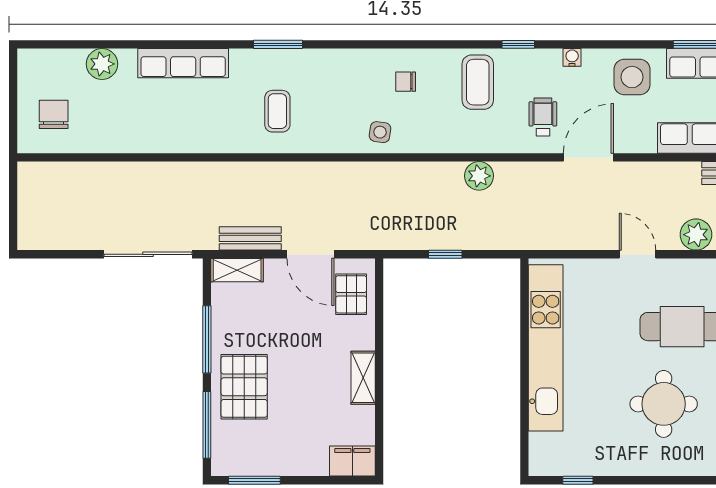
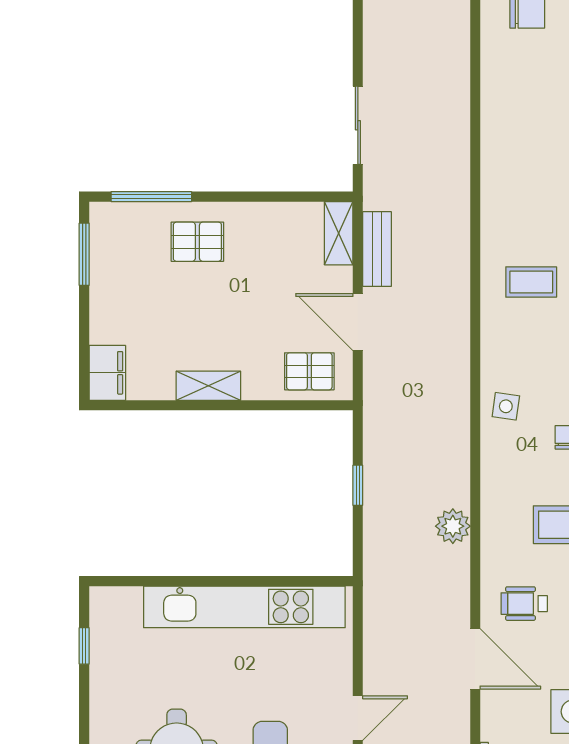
wheelchair: (543, 117) -> (524, 604), turned 180
sliding door: (148, 254) -> (358, 125), width x0.73
door: (310, 254) -> (358, 322), hinge flipped
window: (207, 339) -> (255, 197), removed
pallet: (244, 387) -> (197, 242), width x0.67, depth x0.71

